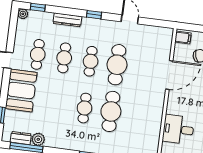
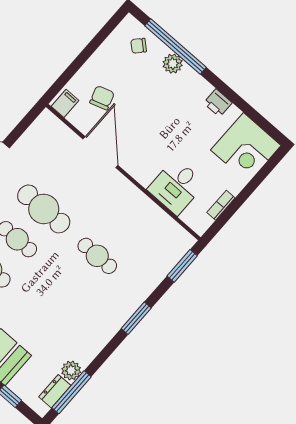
cafe table: (85, 108) -> (71, 286), removed
cafe table: (111, 111) -> (97, 256), width x0.73, depth x0.74

